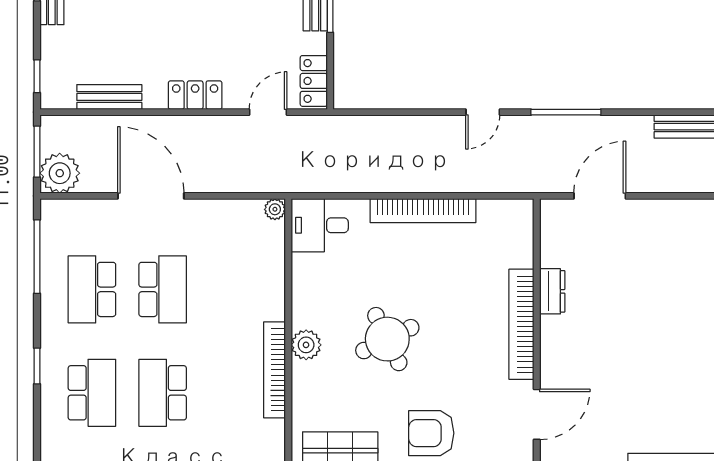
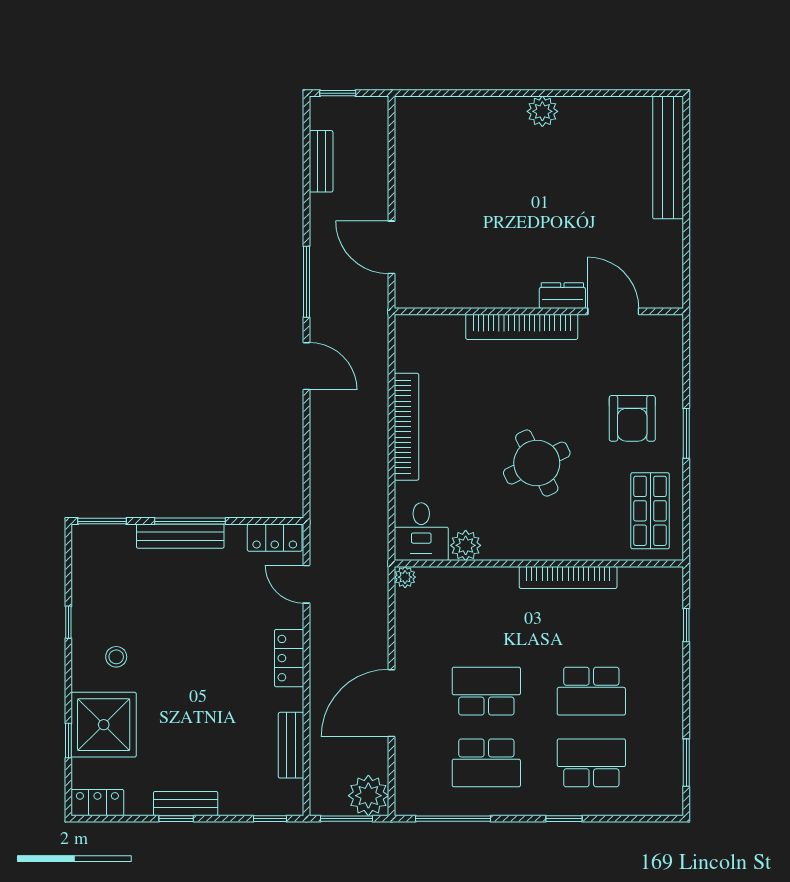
door: (483, 112) -> (306, 366), width x1.38
dresser: (552, 291) -> (562, 296), moved
plant: (306, 345) -> (466, 545), moved

